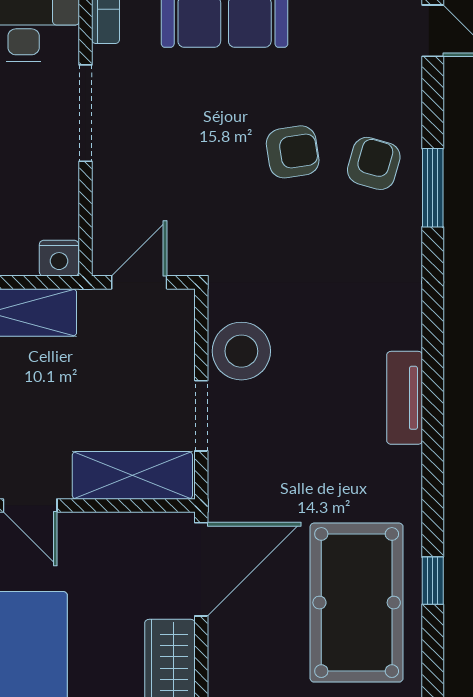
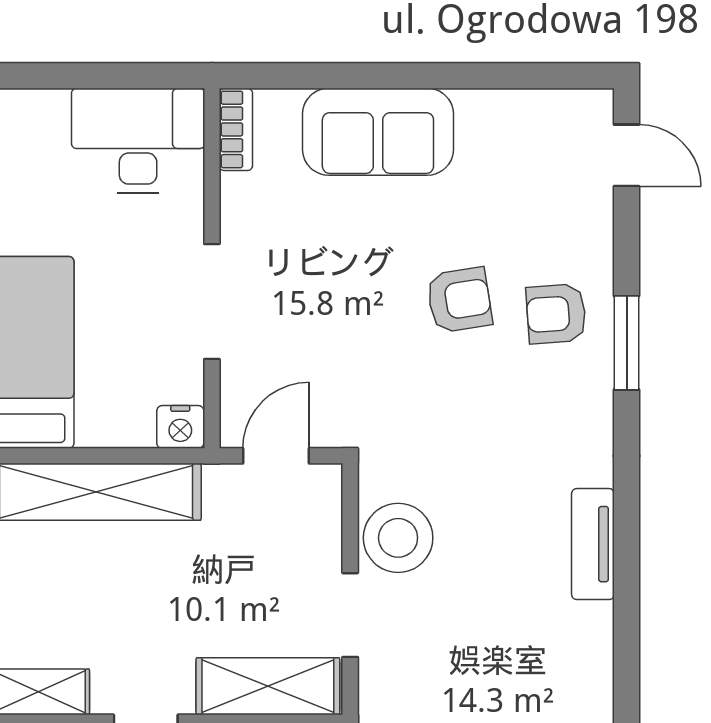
doorway: (86, 113) -> (212, 302), moved
armchair: (374, 163) -> (556, 314), turned -110
tv unit: (405, 398) -> (593, 544), moved

